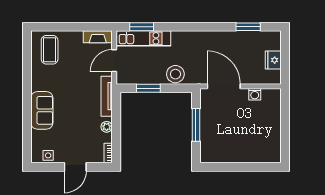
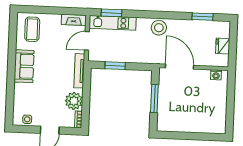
stool: (175, 74) -> (159, 28), moved
washing machine: (255, 94) -> (216, 75), moved
sofa: (42, 110) -> (24, 66), moved
plant: (107, 127) -> (74, 101), width x1.88, depth x1.88

